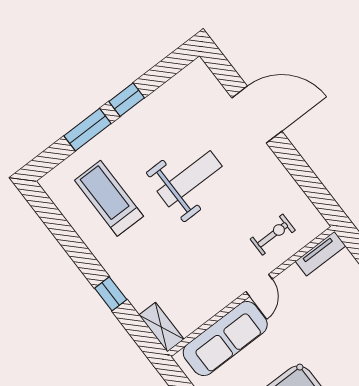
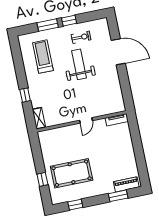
weight bench: (190, 179) -> (79, 64), turned -90
exercise bike: (273, 235) -> (81, 37), moved
sofa: (225, 339) -> (62, 135), removed

